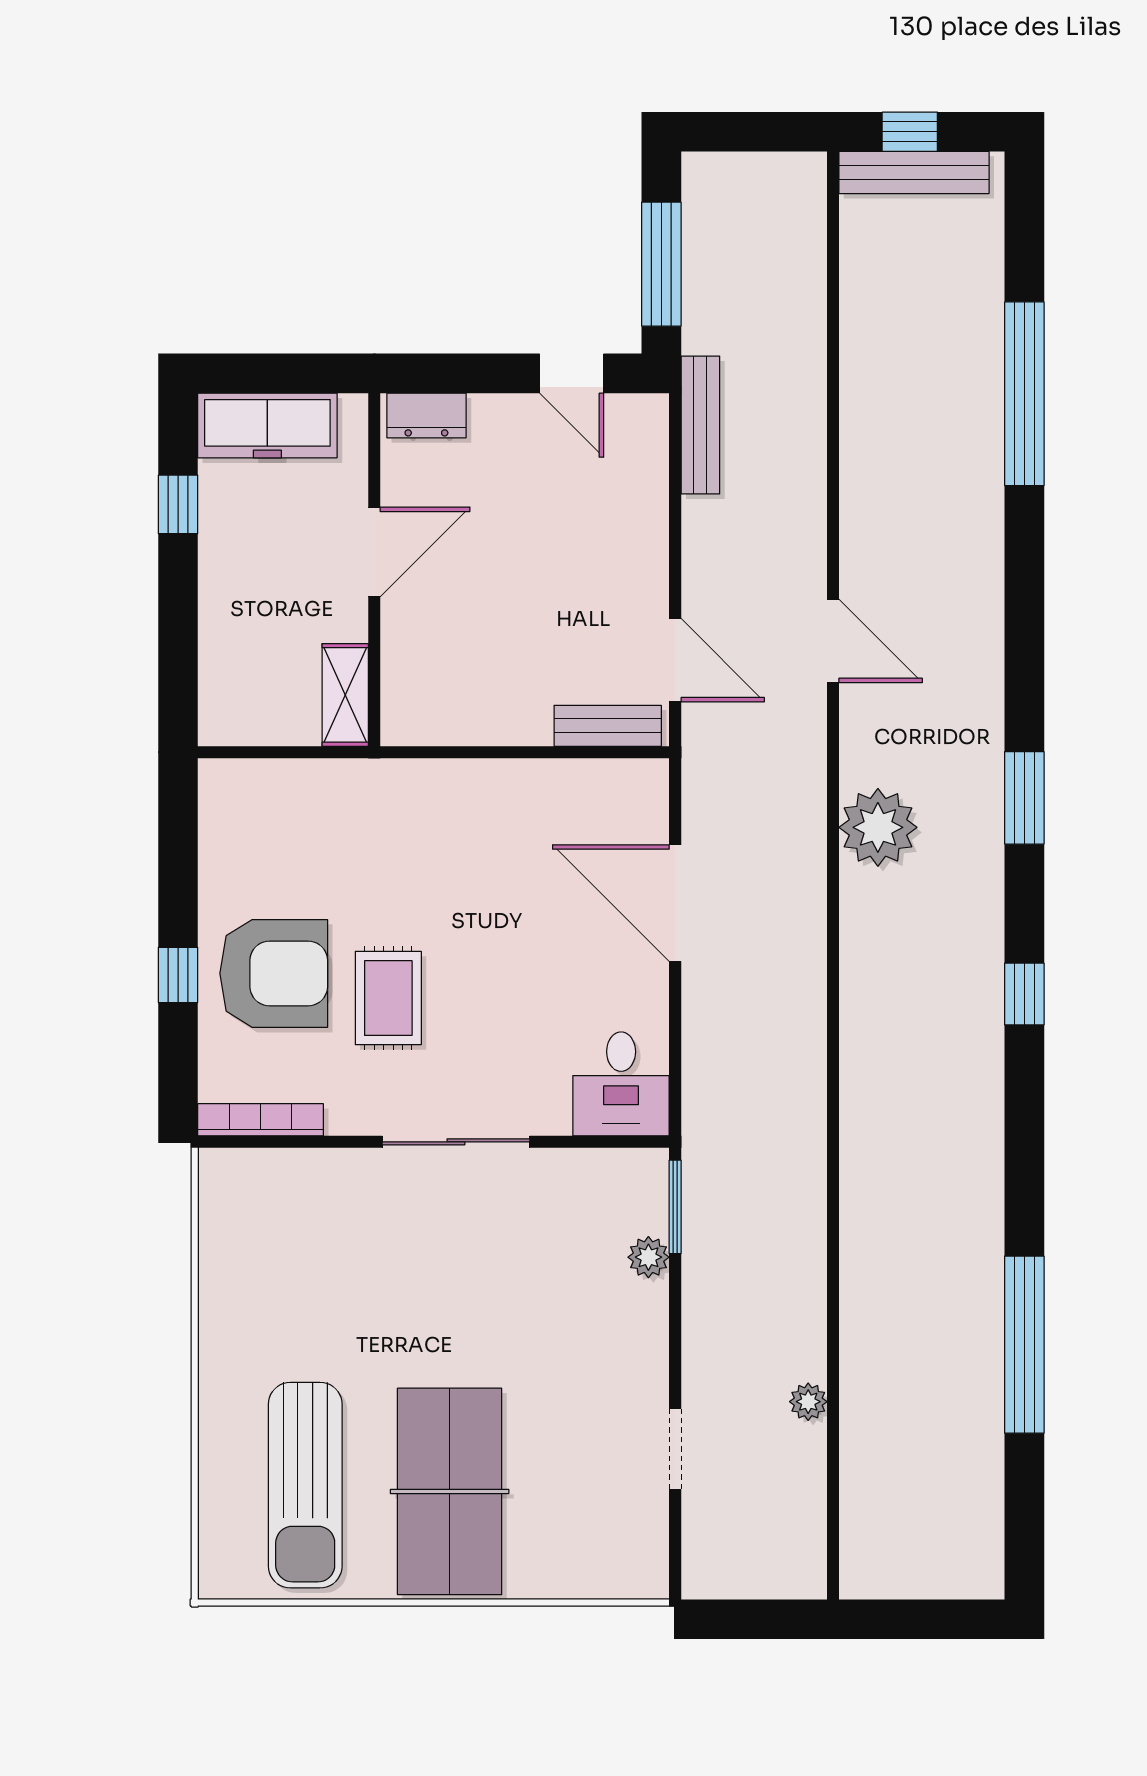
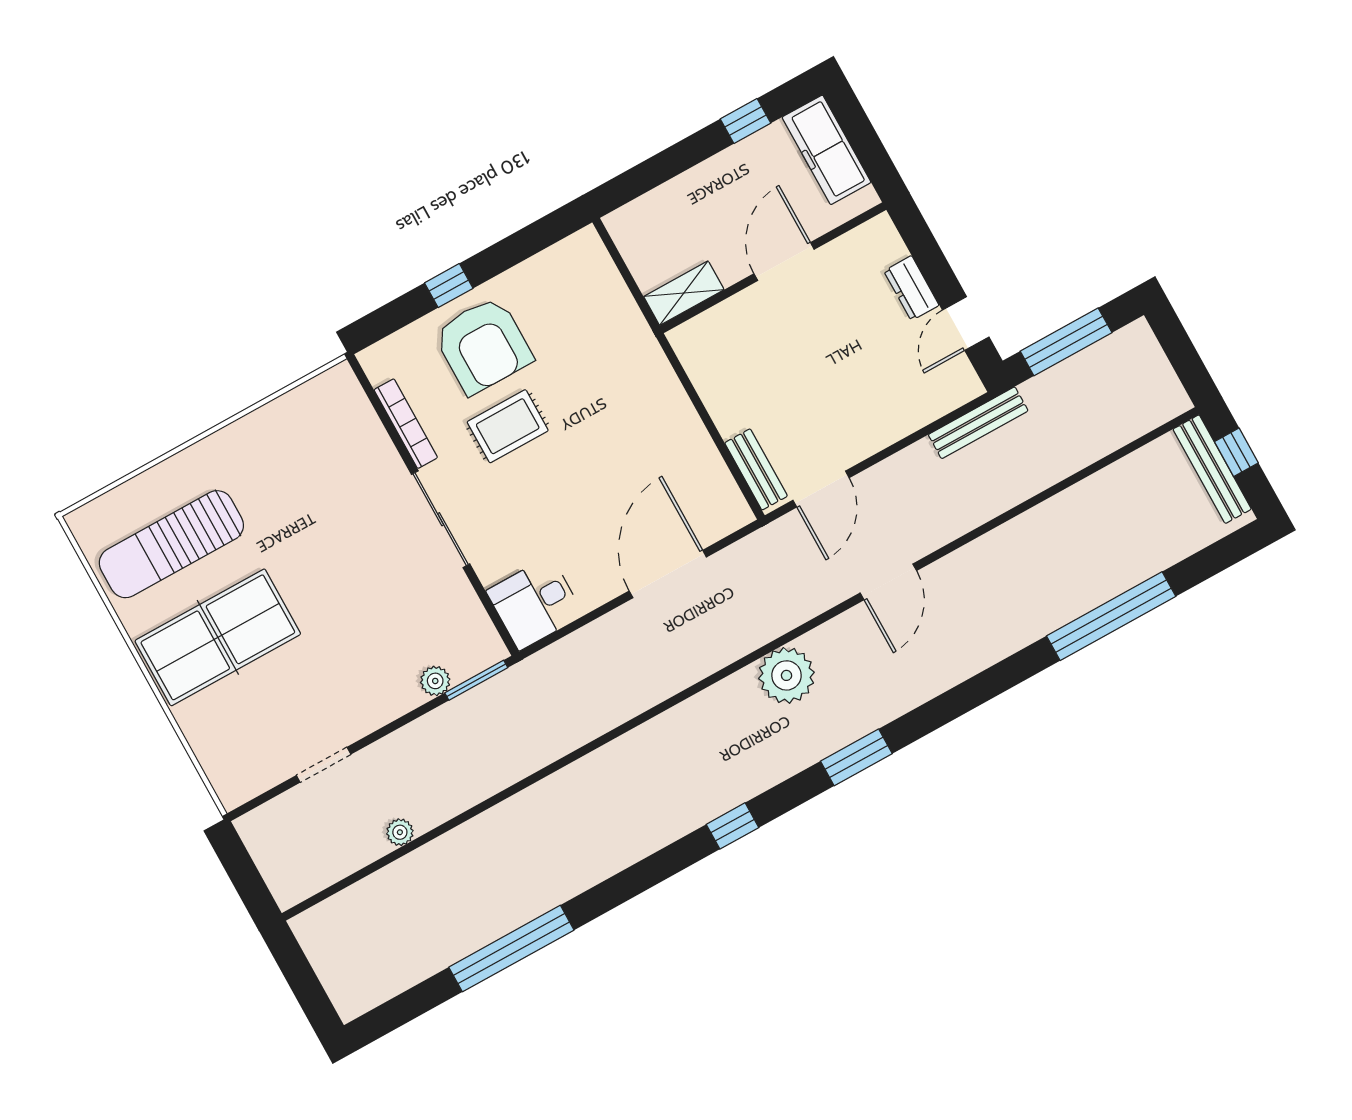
dresser: (426, 415) -> (911, 288), moved
door: (374, 552) -> (784, 261), swing flipped
bookcase: (261, 1120) -> (406, 424), moved

